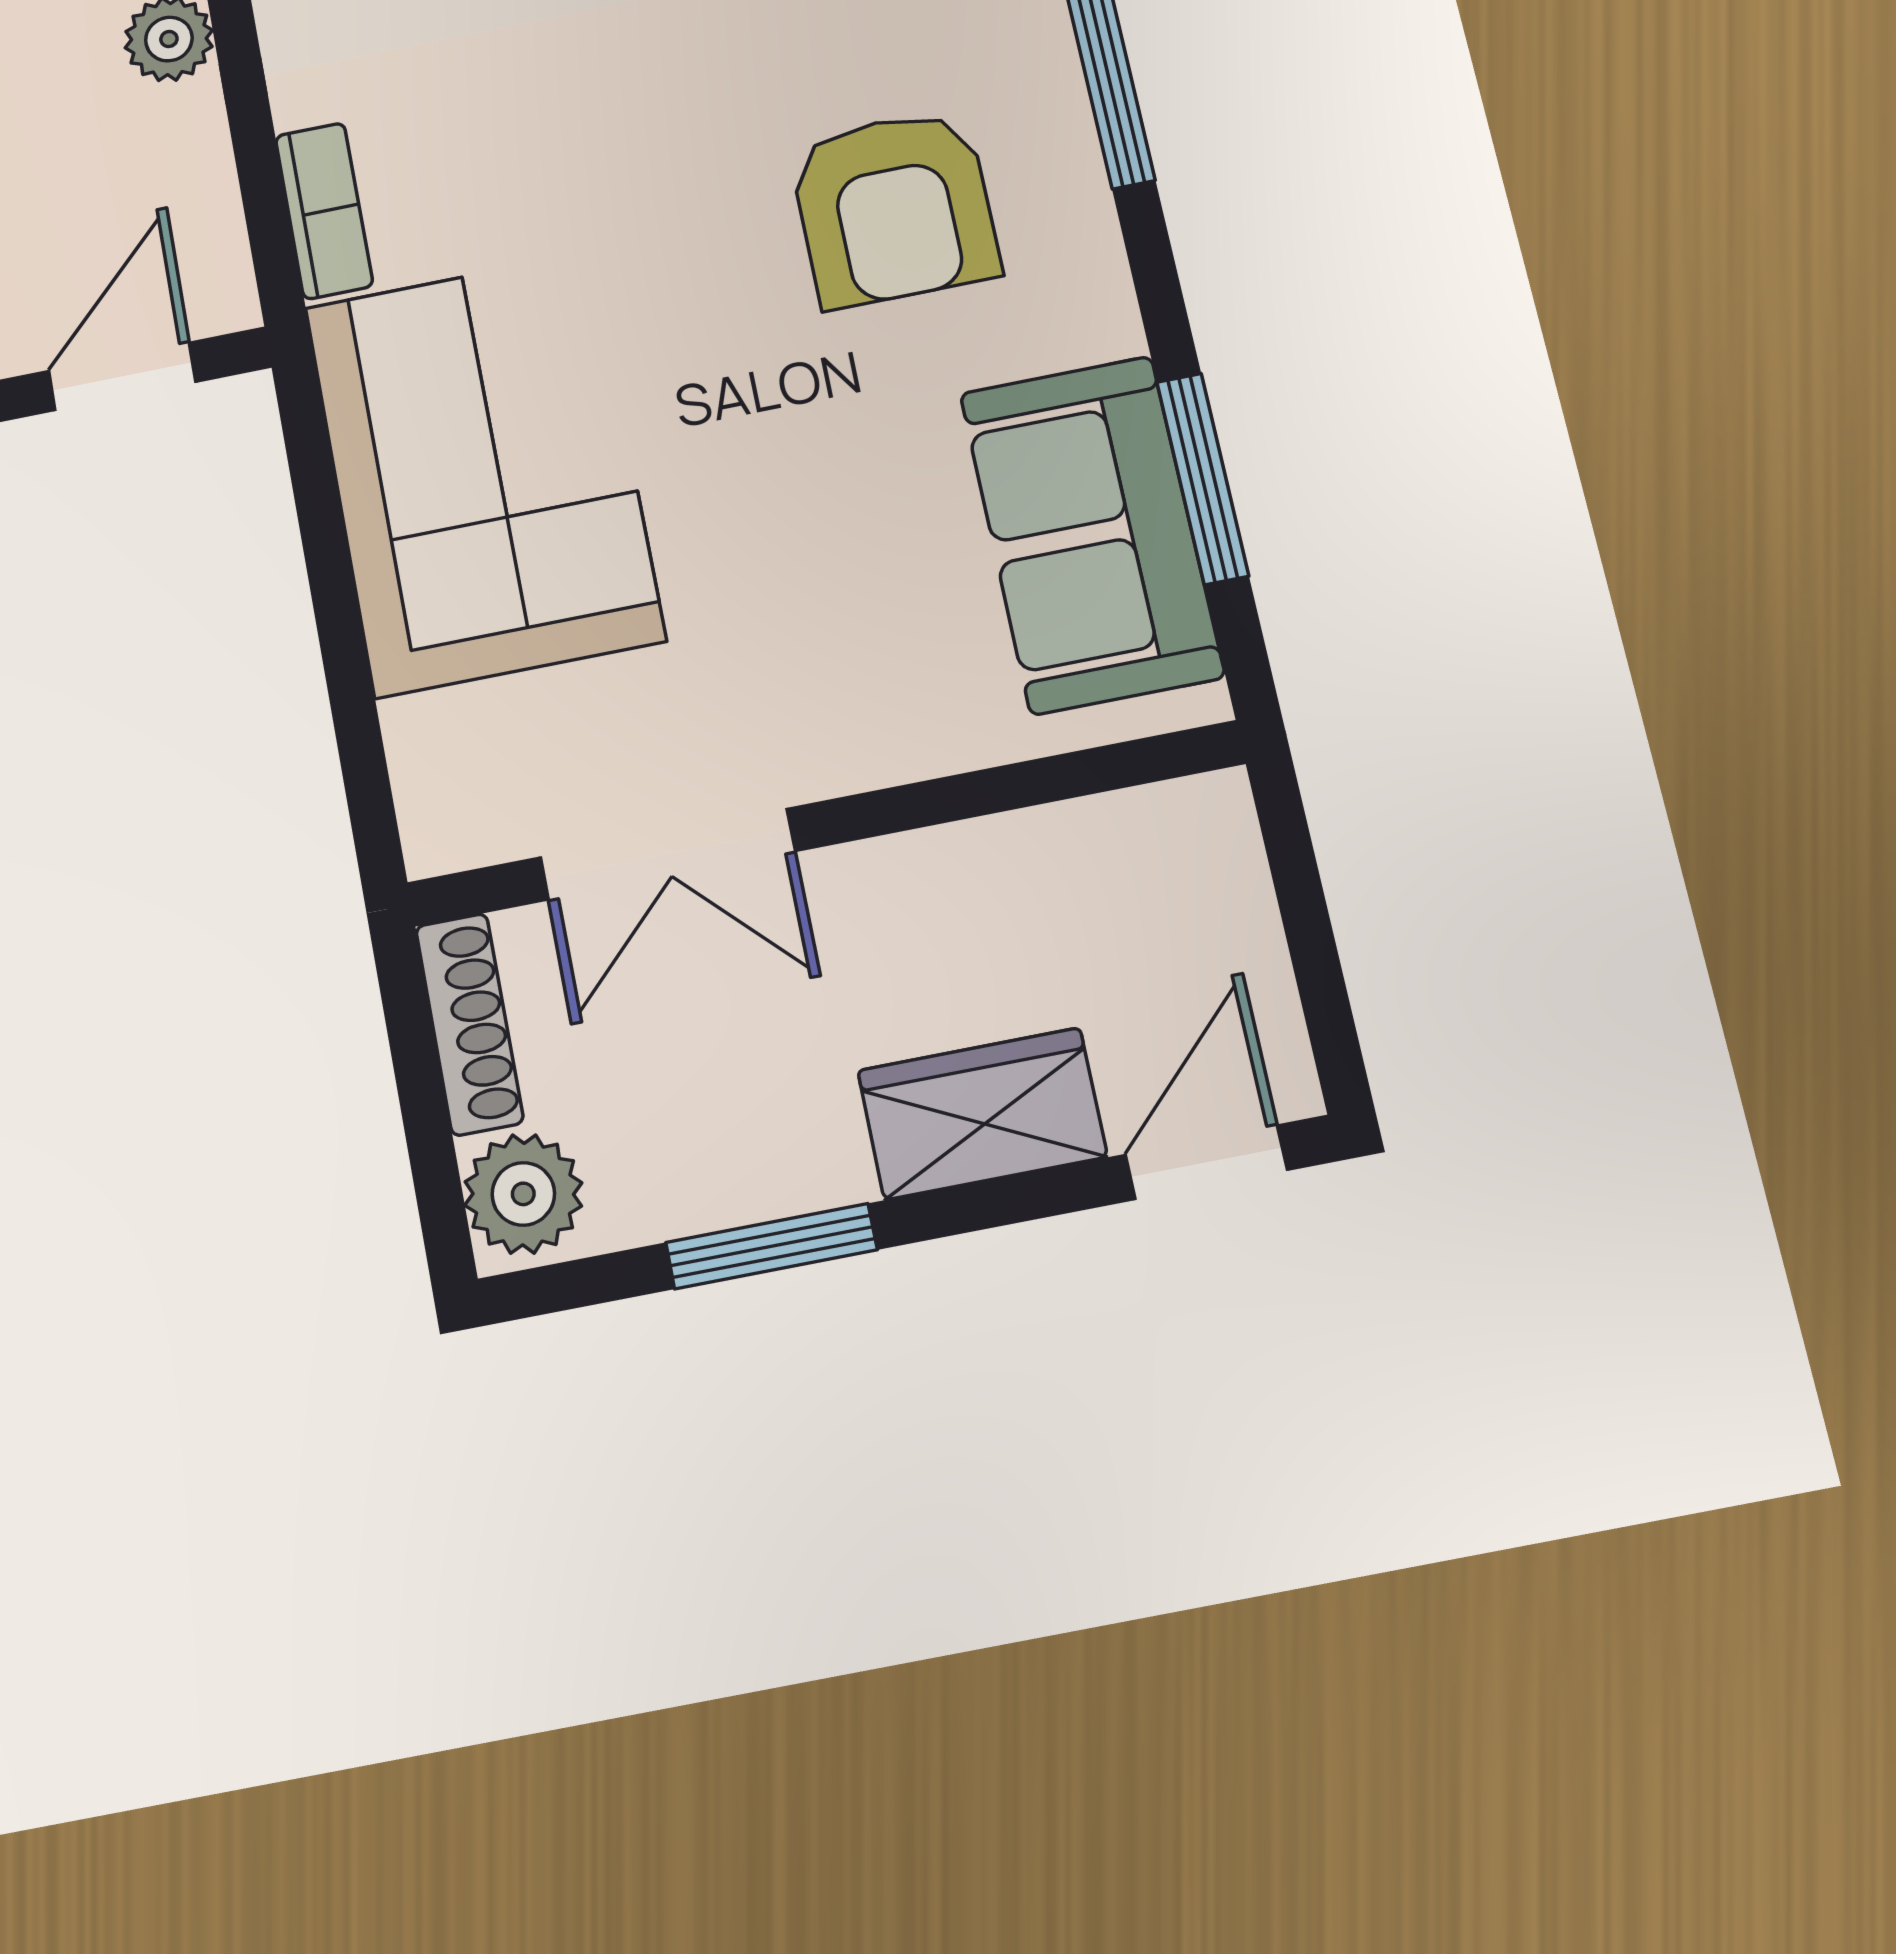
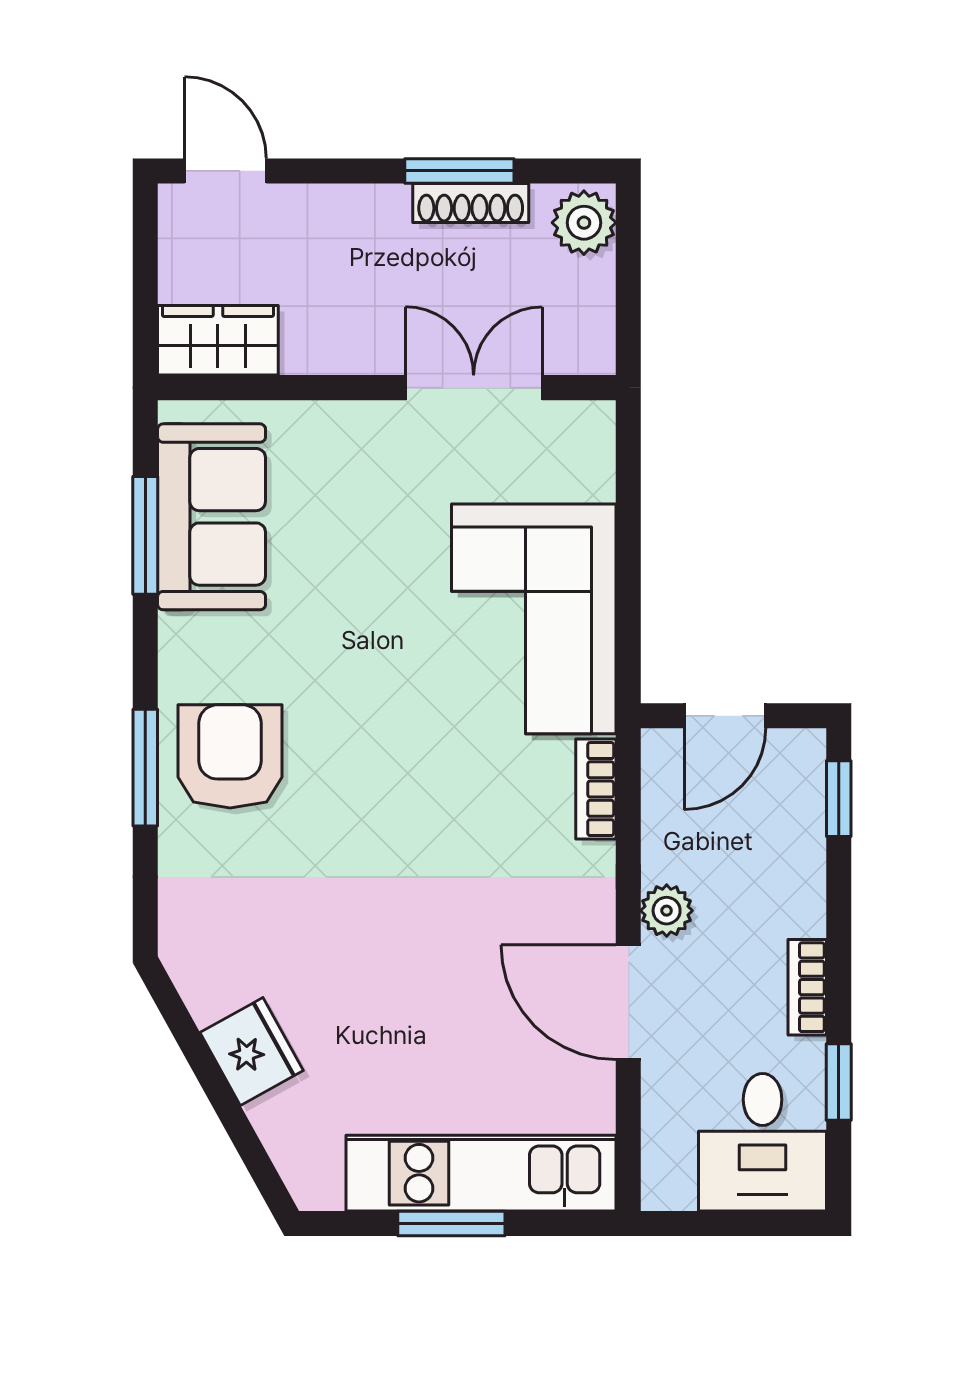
armchair: (894, 208) -> (230, 756), moved
shoe rack: (469, 1024) -> (471, 203), moved, turned -90
wardrobe: (982, 1114) -> (218, 340), moved, turned 180
door: (1206, 1162) -> (226, 171), swing flipped

